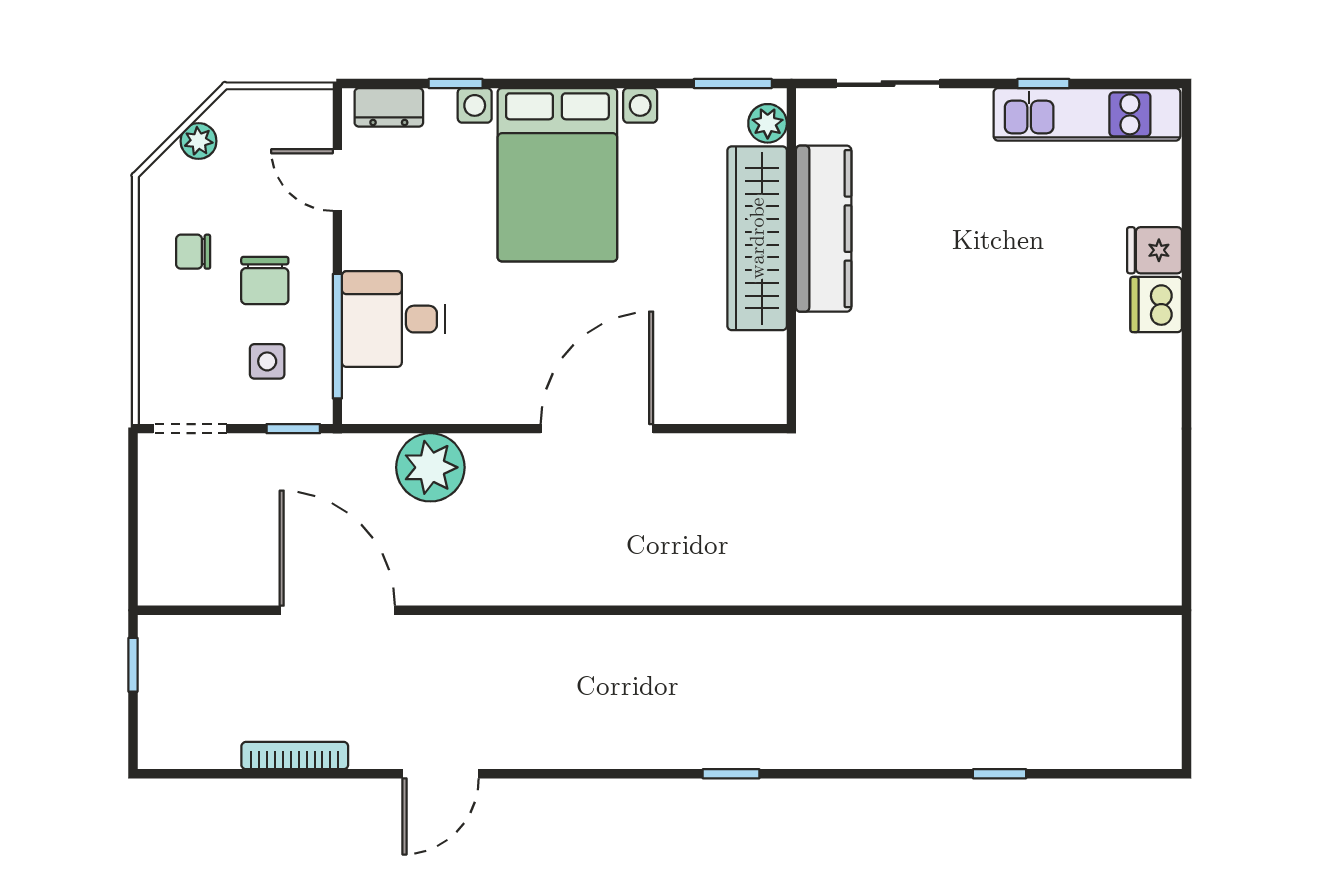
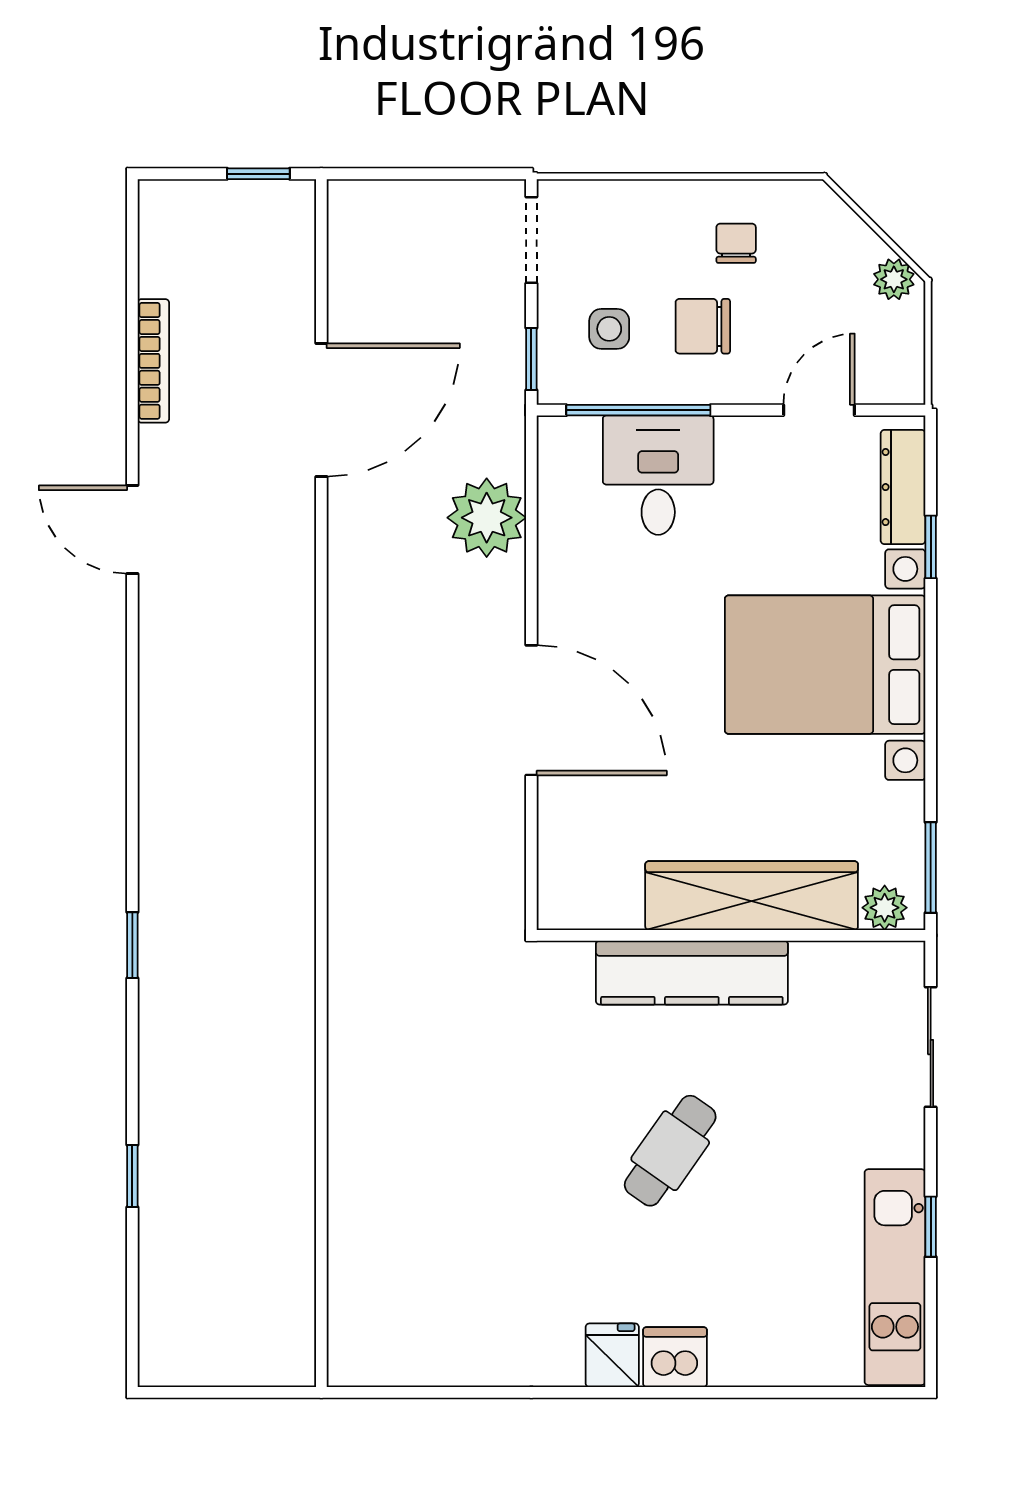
dresser: (389, 107) -> (903, 487), width x1.44
plant: (199, 141) -> (894, 279), moved
kitchen counter: (824, 229) -> (692, 973), moved
fridge: (1155, 250) -> (612, 1355), moved
cafe table: (978, 309) -> (670, 1151), added
window: (731, 774) -> (132, 945), moved

